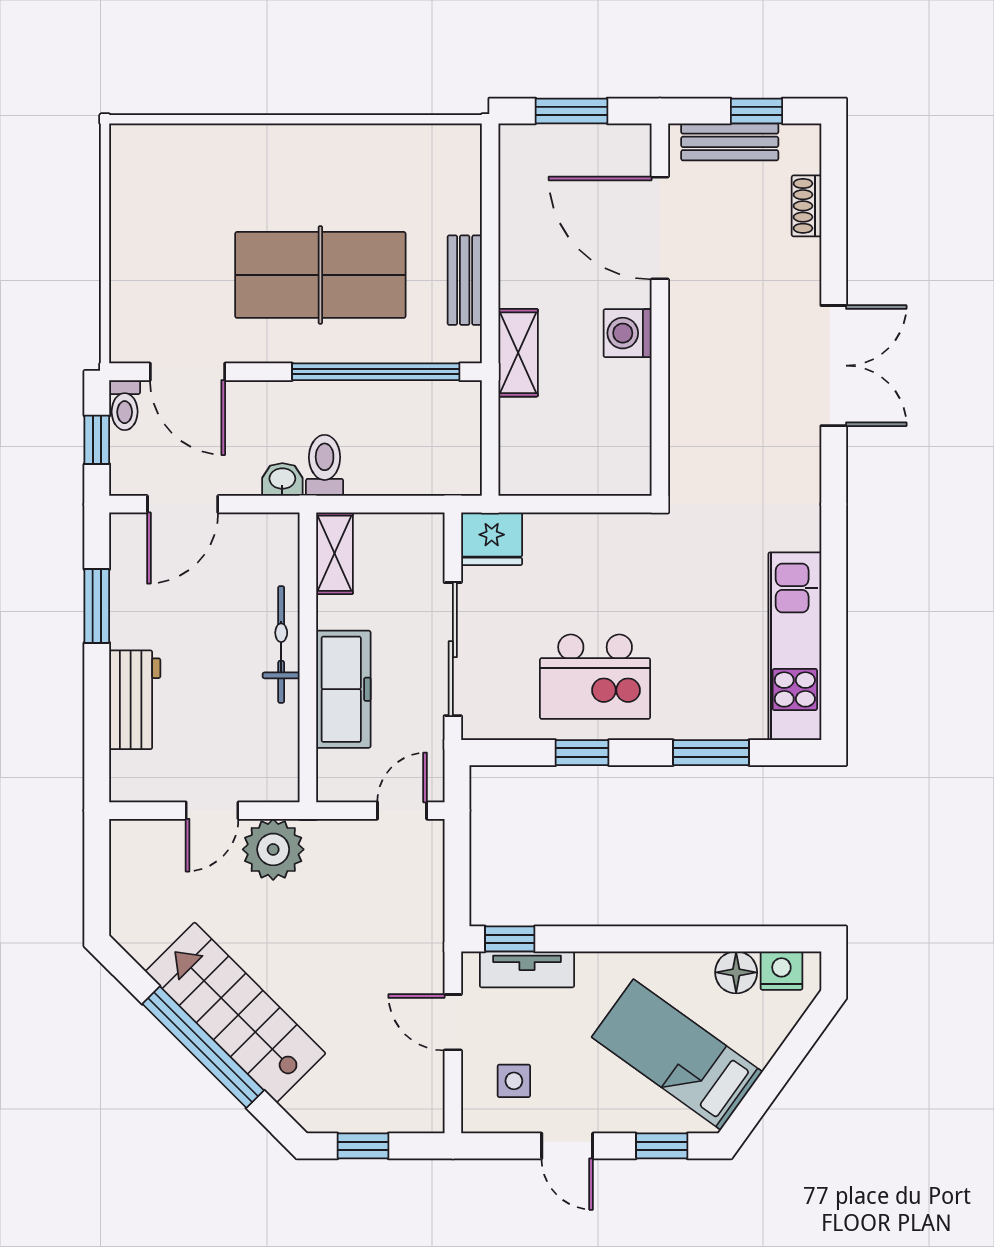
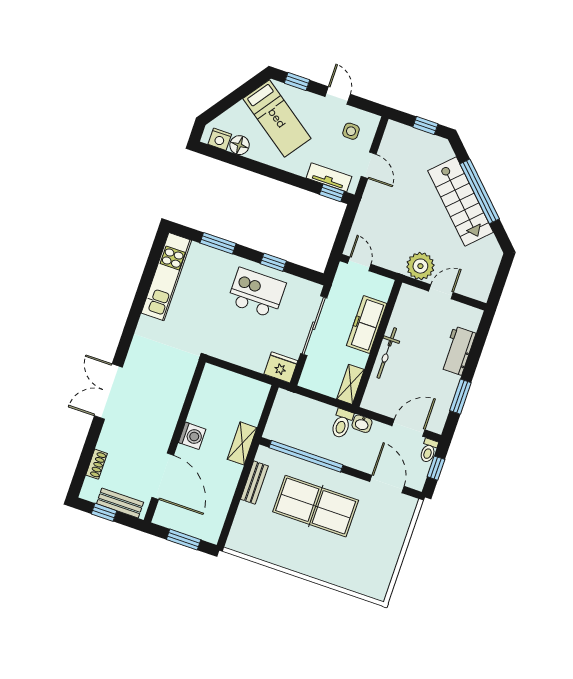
toilet: (125, 405) -> (429, 451), moved, turned 180
door: (402, 811) -> (359, 264), swing flipped

